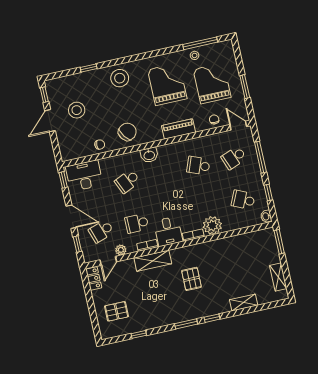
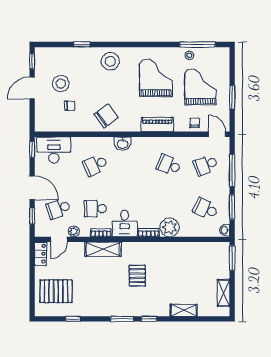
chair: (100, 145) -> (70, 106), moved
window: (268, 193) -> (232, 207), width x1.50
pallet: (117, 311) -> (56, 291), width x1.50, depth x1.42

